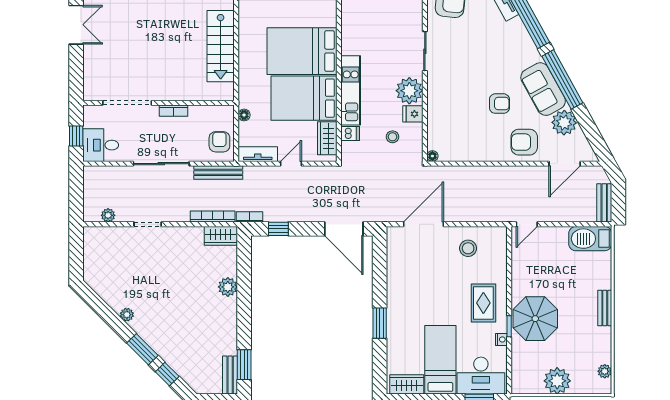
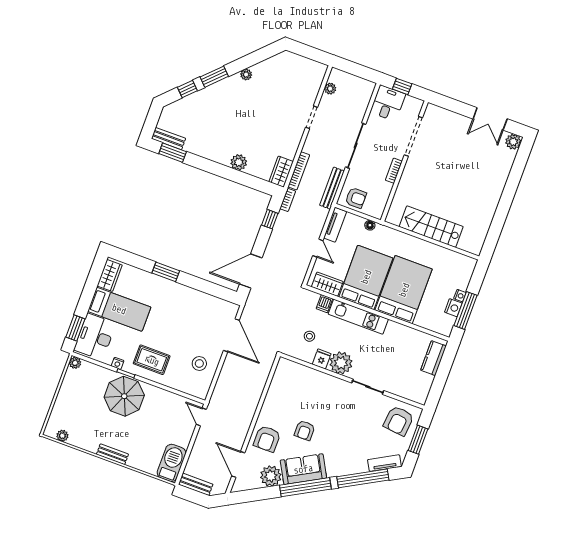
armchair: (524, 142) -> (267, 439), turned 180
floor lamp: (432, 156) -> (283, 362), removed
plant: (557, 381) -> (75, 363), moved, width x0.53, depth x0.53

